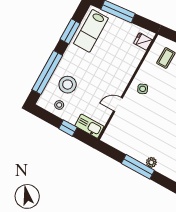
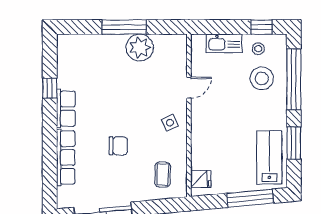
kitchen sink: (89, 126) -> (224, 43), moved
window: (68, 128) -> (262, 27), moved
plant: (151, 162) -> (140, 47), moved, width x1.87, depth x1.87

